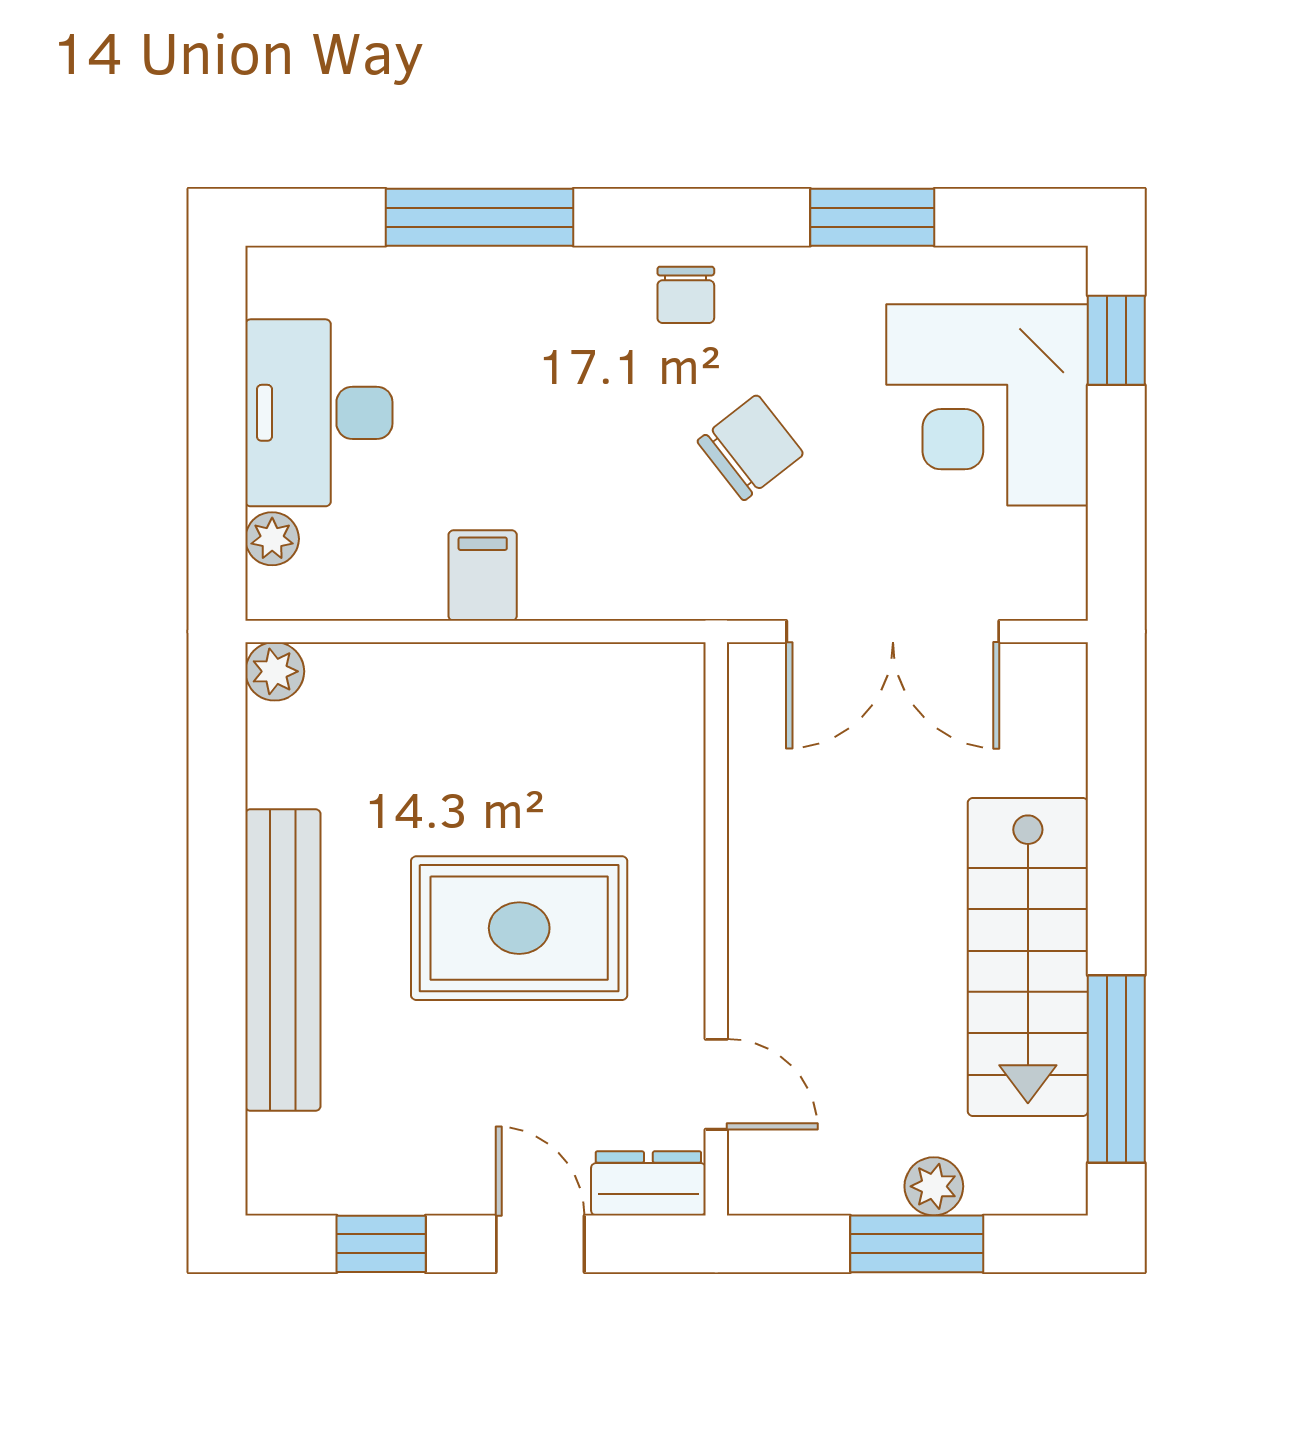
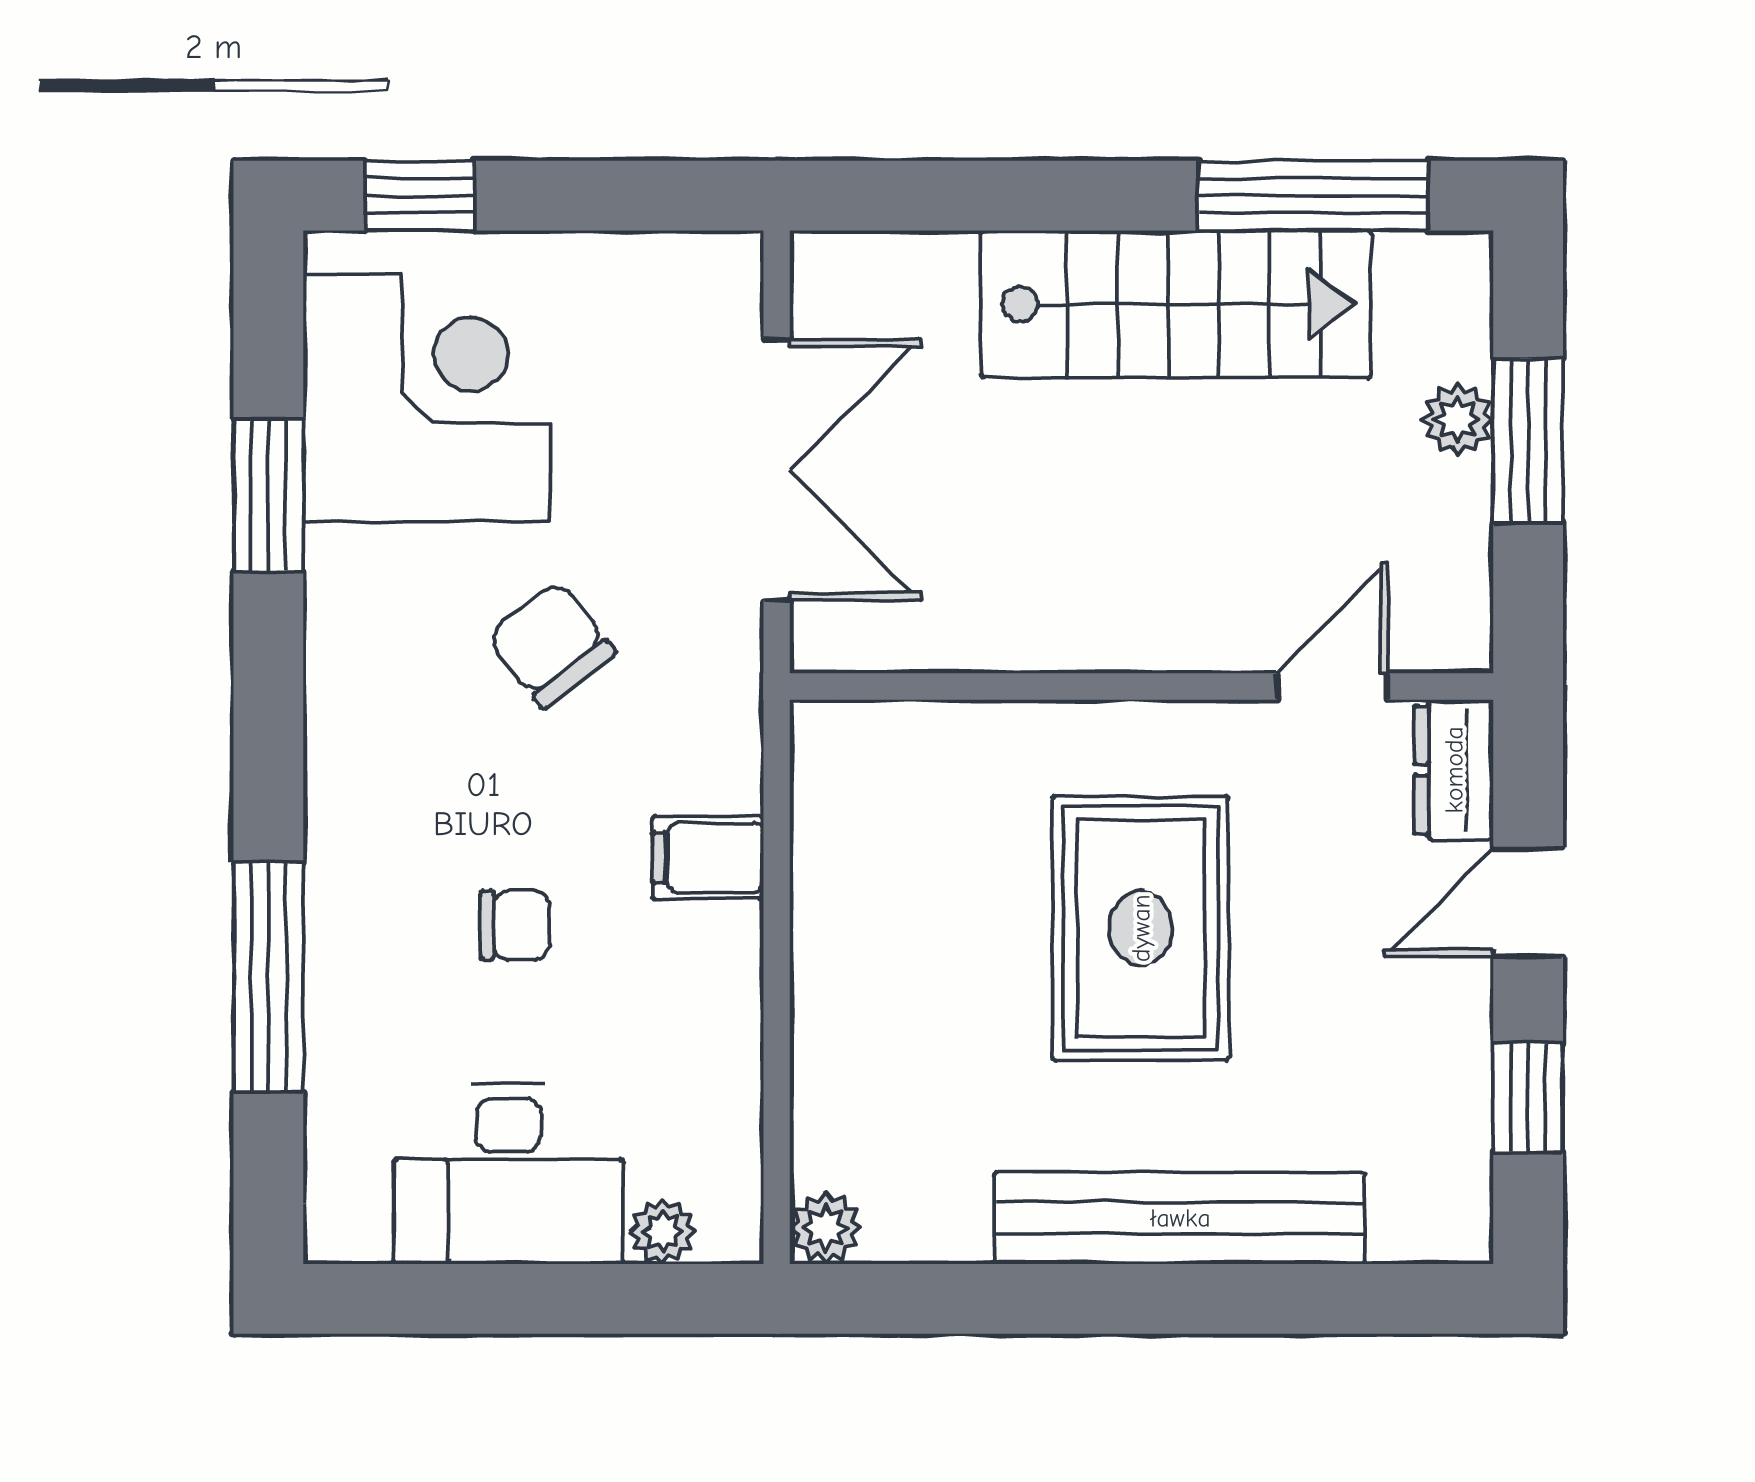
chair: (686, 295) -> (515, 925), moved
corner desk: (987, 405) -> (427, 398), moved, turned -90
filing cabinet: (483, 575) -> (708, 858), moved

